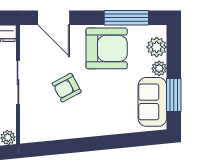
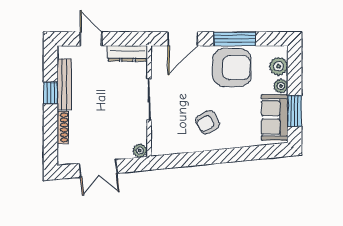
door: (54, 18) -> (183, 39), hinge flipped
window: (126, 18) -> (235, 39), moved
armchair: (67, 88) -> (208, 122), moved

